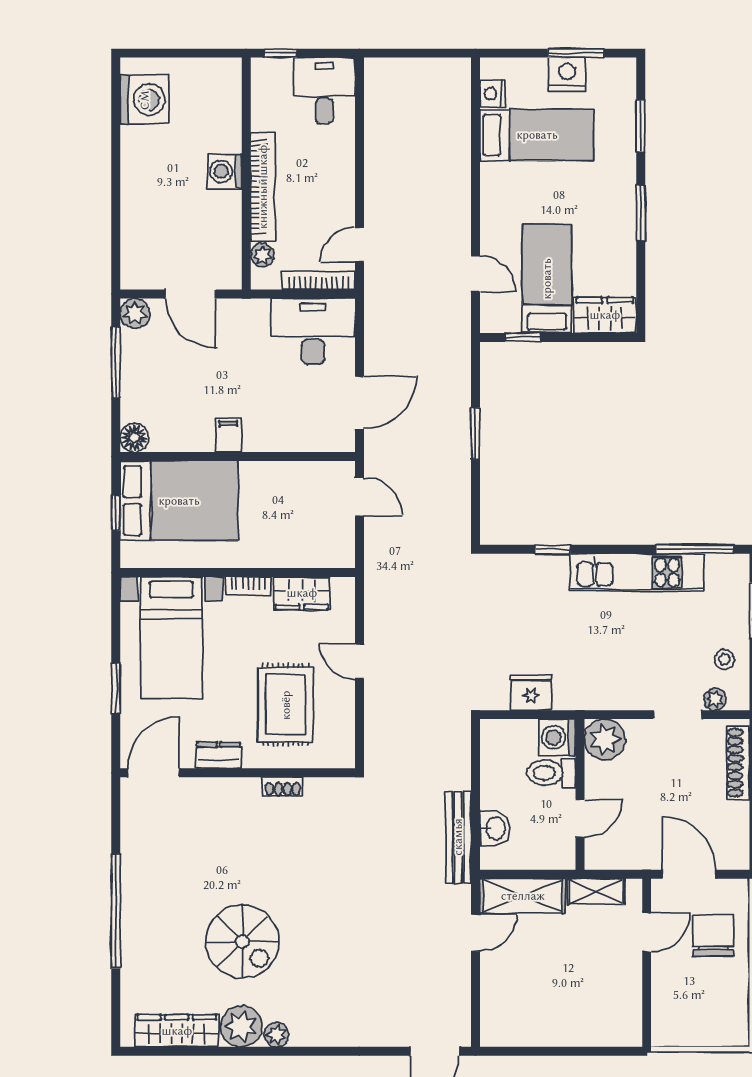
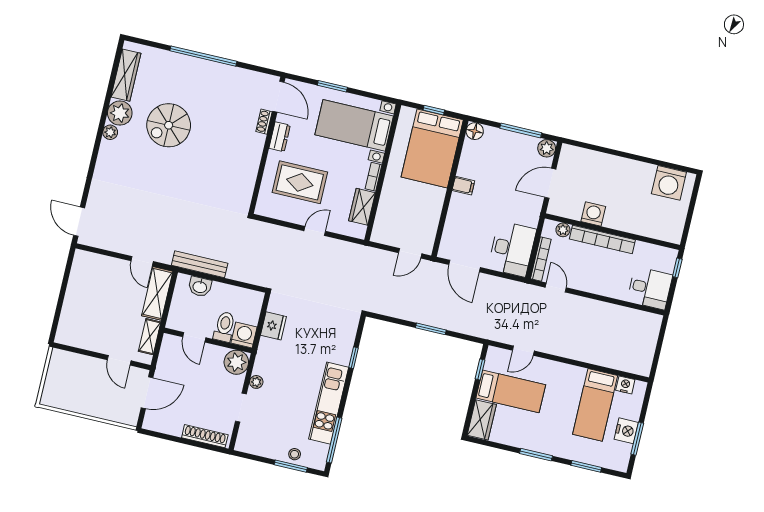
washing machine: (225, 171) -> (593, 214), moved
stool: (724, 659) -> (295, 454), moved
plant: (715, 699) -> (256, 382), moved
shoe rack: (283, 787) -> (264, 122), moved
chair: (713, 936) -> (108, 398), removed

